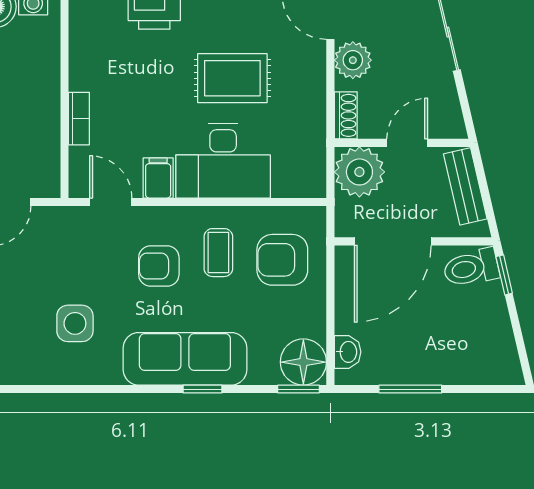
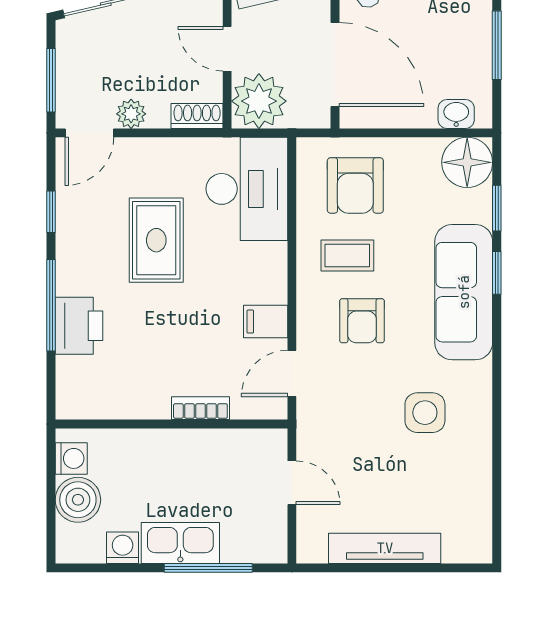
plant: (353, 60) -> (131, 114), width x0.73, depth x0.73
desk: (223, 161) -> (247, 189), moved
window: (298, 389) -> (497, 208), moved

